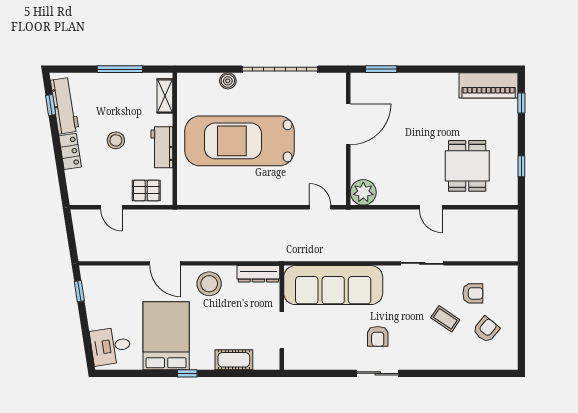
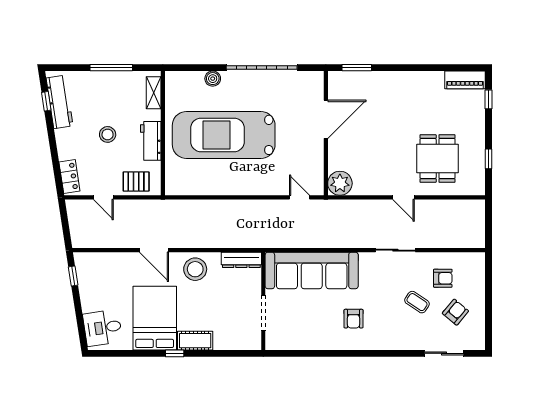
piano: (489, 85) -> (465, 80), width x0.73, depth x0.75
locker: (70, 151) -> (69, 177), moved
cot: (234, 360) -> (195, 341), moved
sliding door: (378, 373) -> (444, 353), moved

